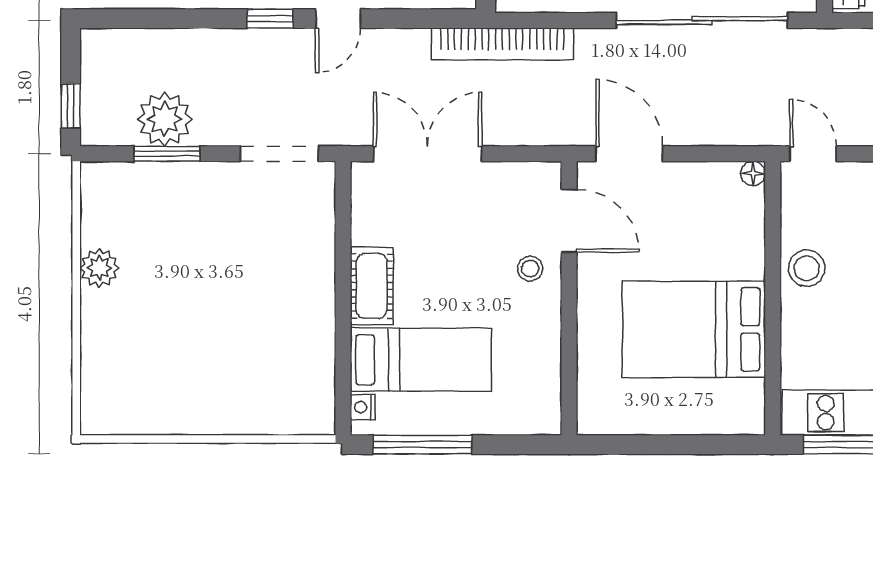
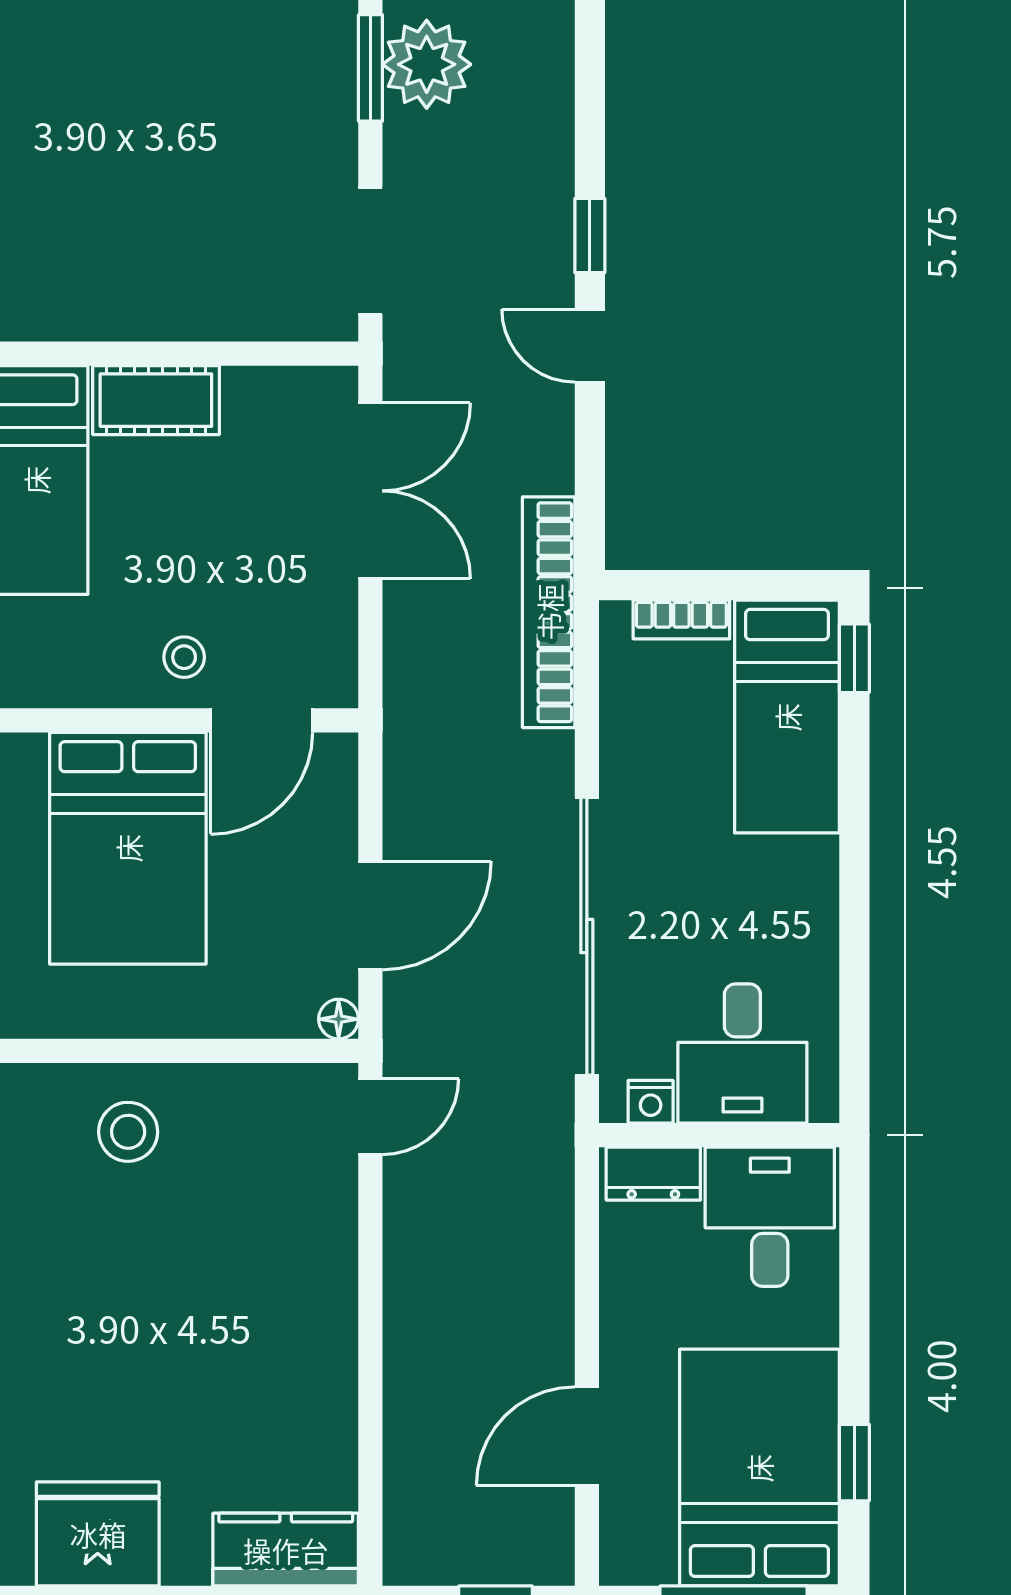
door: (629, 154) -> (370, 915), moved
stool: (807, 268) -> (128, 1132), moved
bed: (694, 329) -> (128, 848), moved, turned 180

